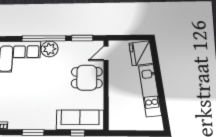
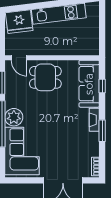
dining table: (87, 78) -> (45, 77), turned 90
fireplace: (44, 125) -> (94, 120), added

